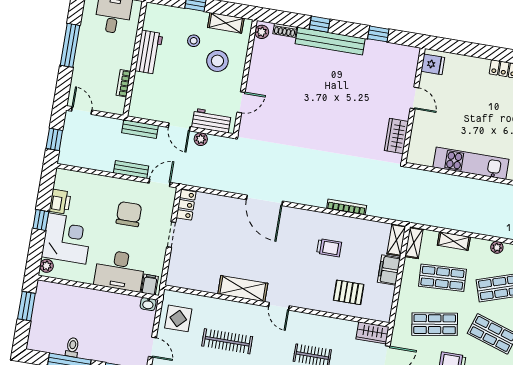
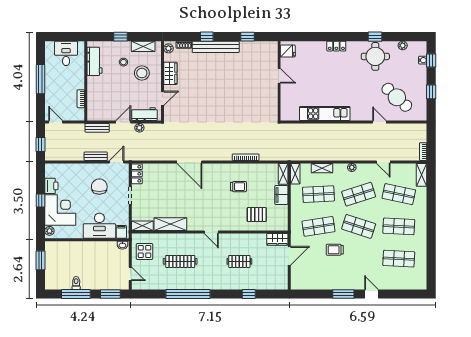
workbench: (149, 52) -> (94, 61), moved
door: (179, 127) -> (123, 122), swing flipped
wardrobe: (396, 136) -> (170, 73), moved, turned 180
shelving: (181, 281) -> (142, 226), added
shelving: (243, 289) -> (170, 224), moved

